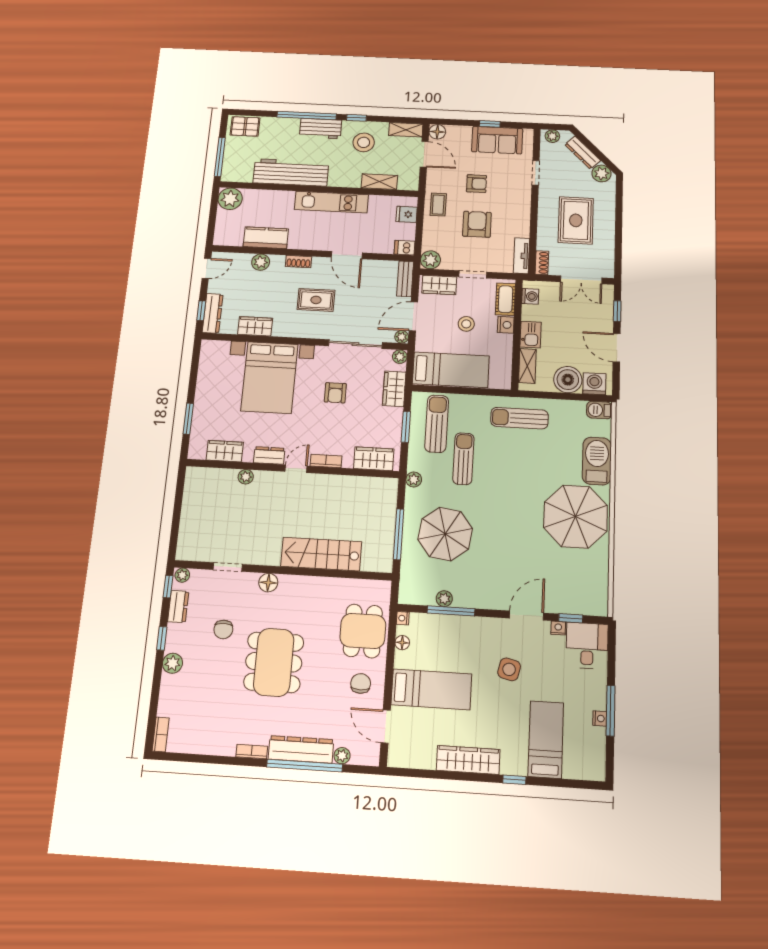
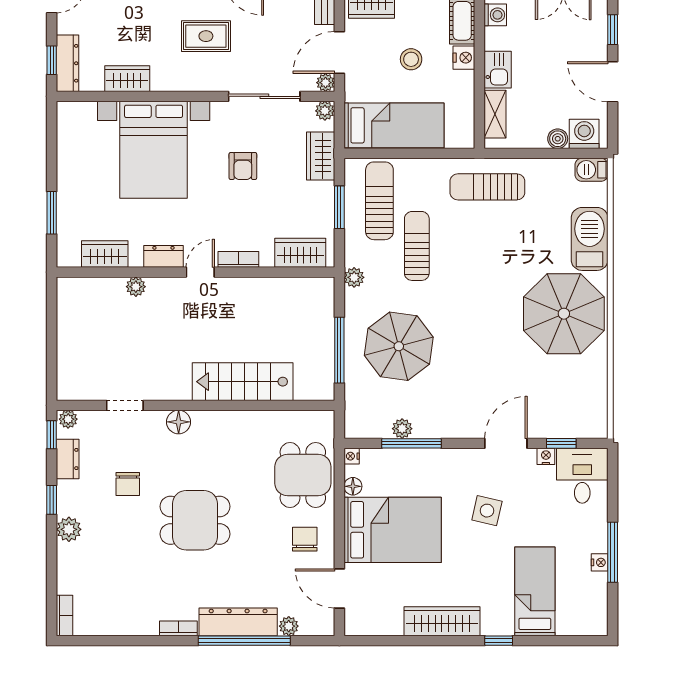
boiler: (568, 380) -> (558, 139), width x0.54, depth x0.54
dining table: (274, 662) -> (195, 520), width x0.73
bed: (431, 689) -> (393, 530), width x1.50

